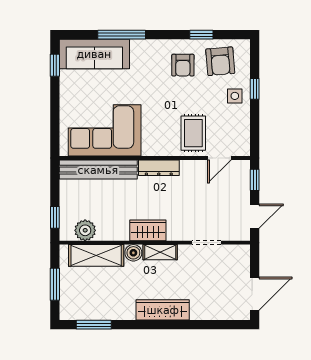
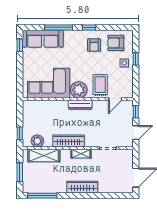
window: (201, 35) -> (89, 27), moved
armchair: (220, 61) -> (116, 43), turned 95
plant: (156, 142) -> (79, 90), added
bench: (98, 170) -> (45, 106), removed
wardrobe: (148, 230) -> (69, 141), width x1.50
boiler: (133, 253) -> (65, 154), removed
window: (94, 325) -> (42, 196), width x1.44

